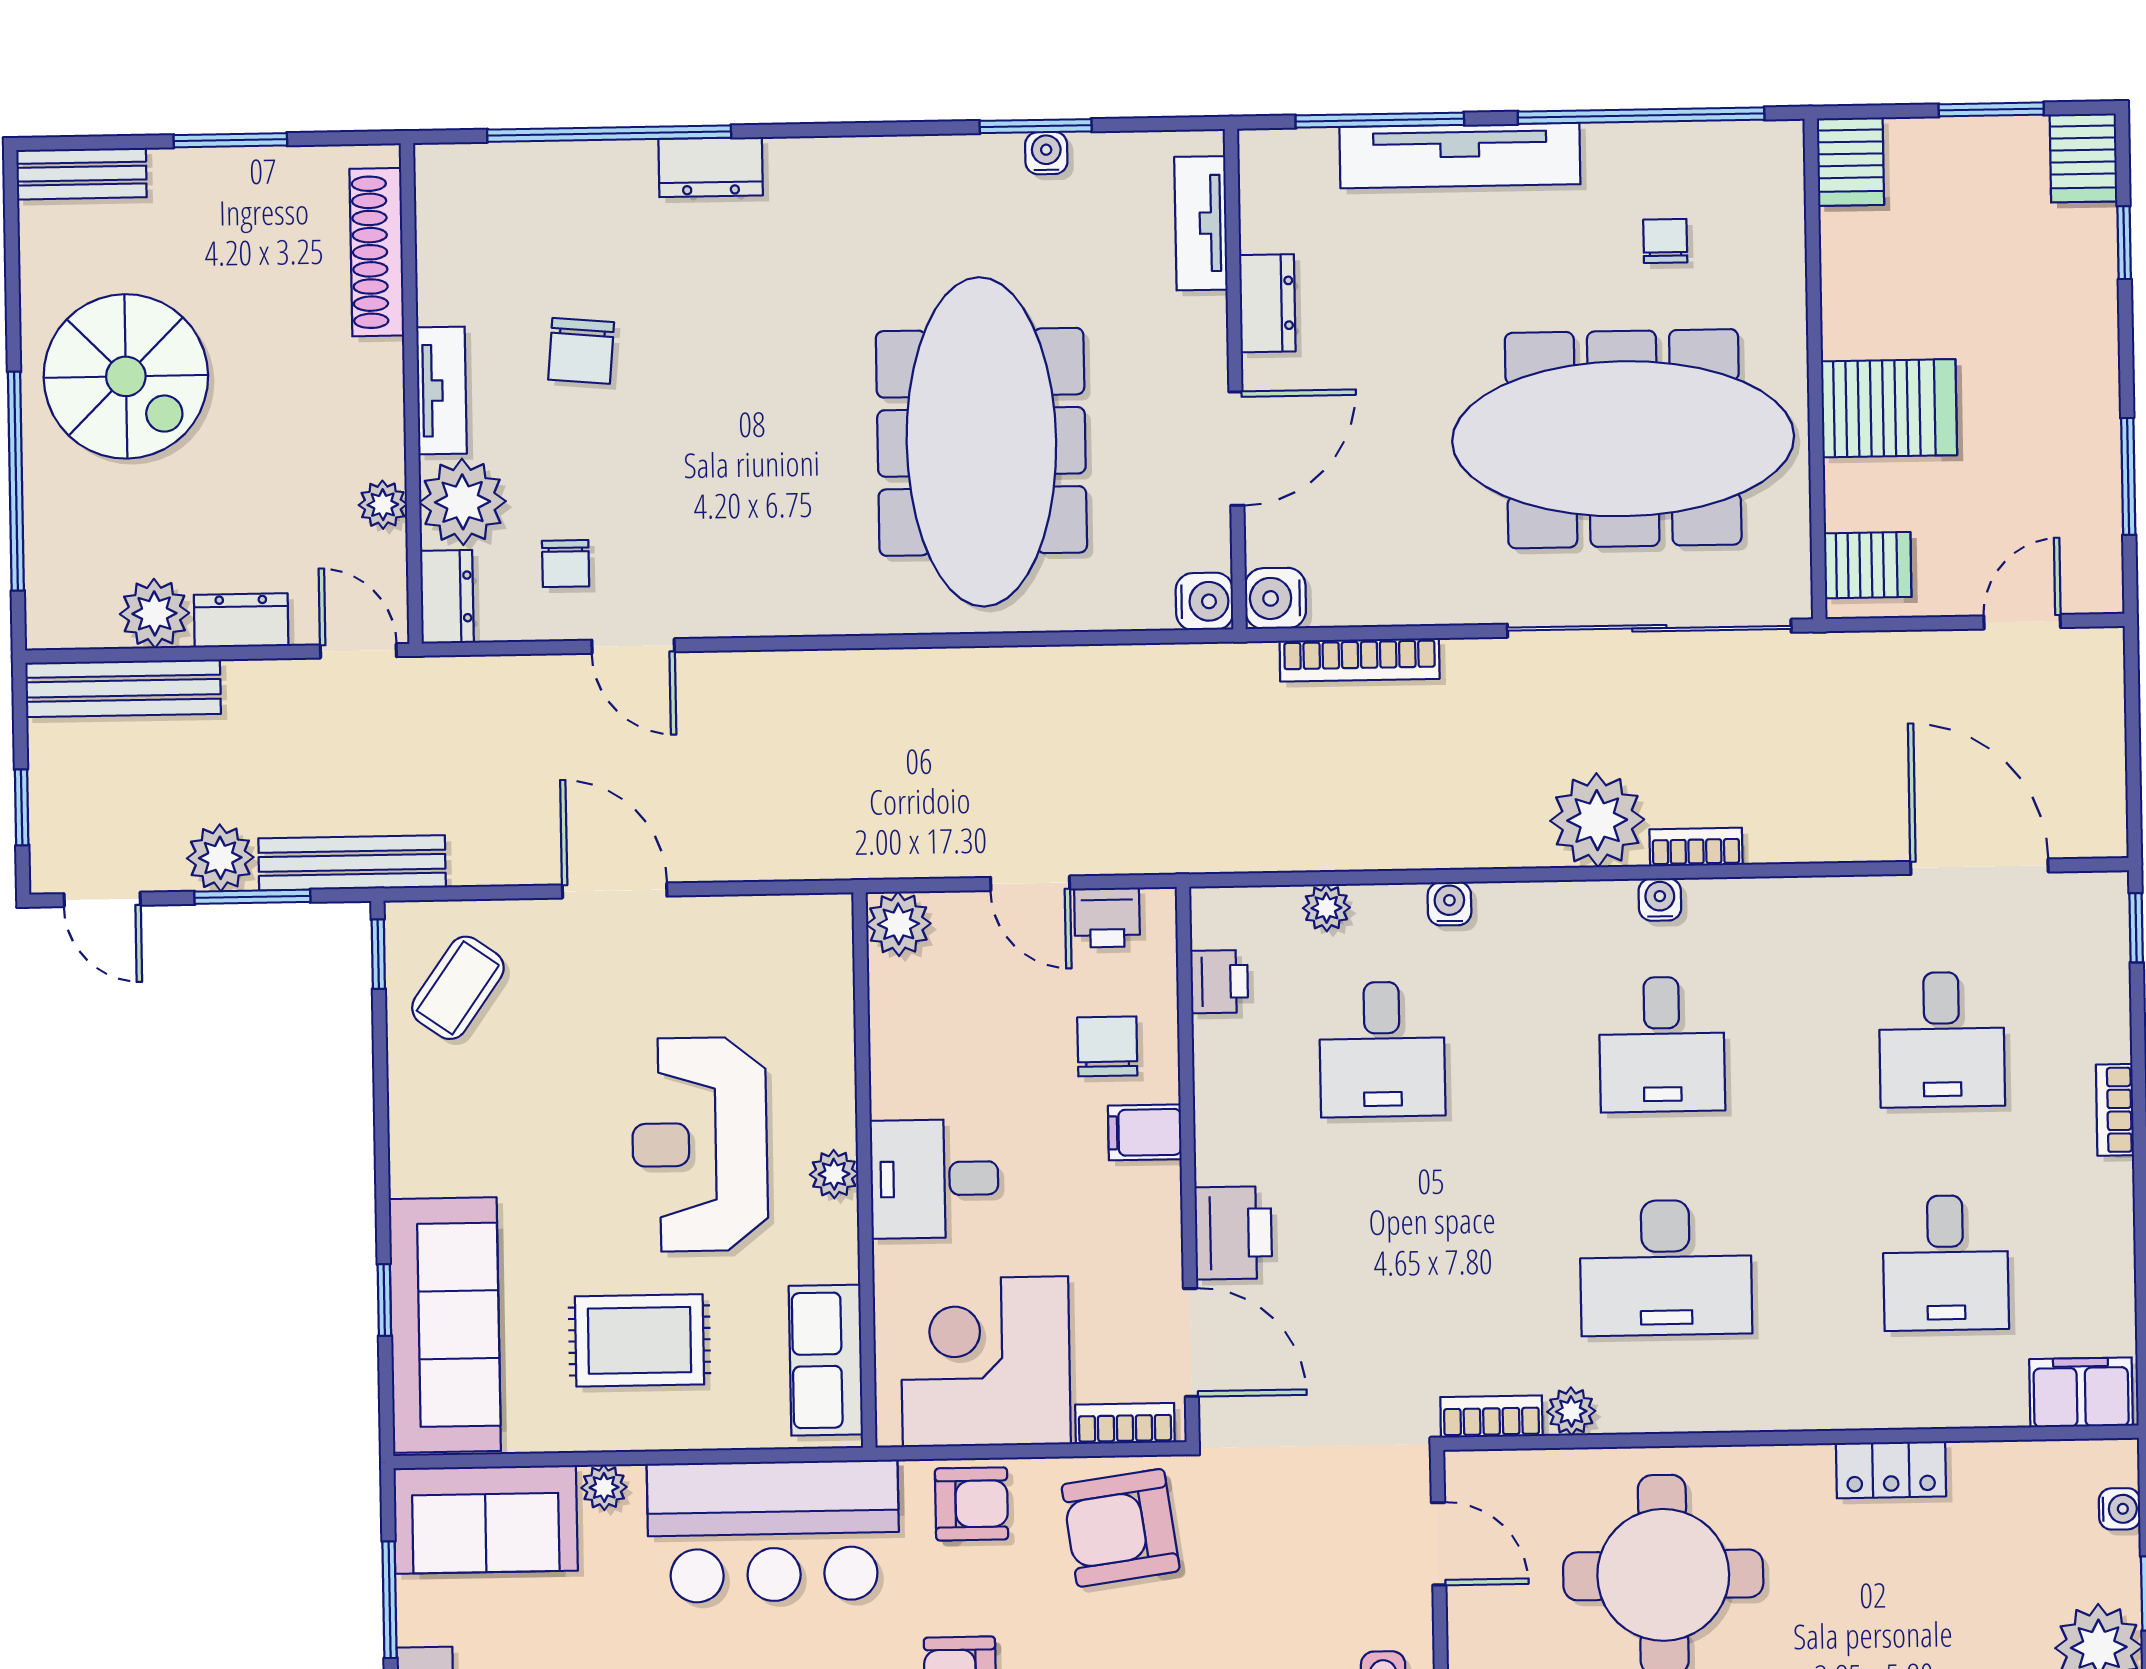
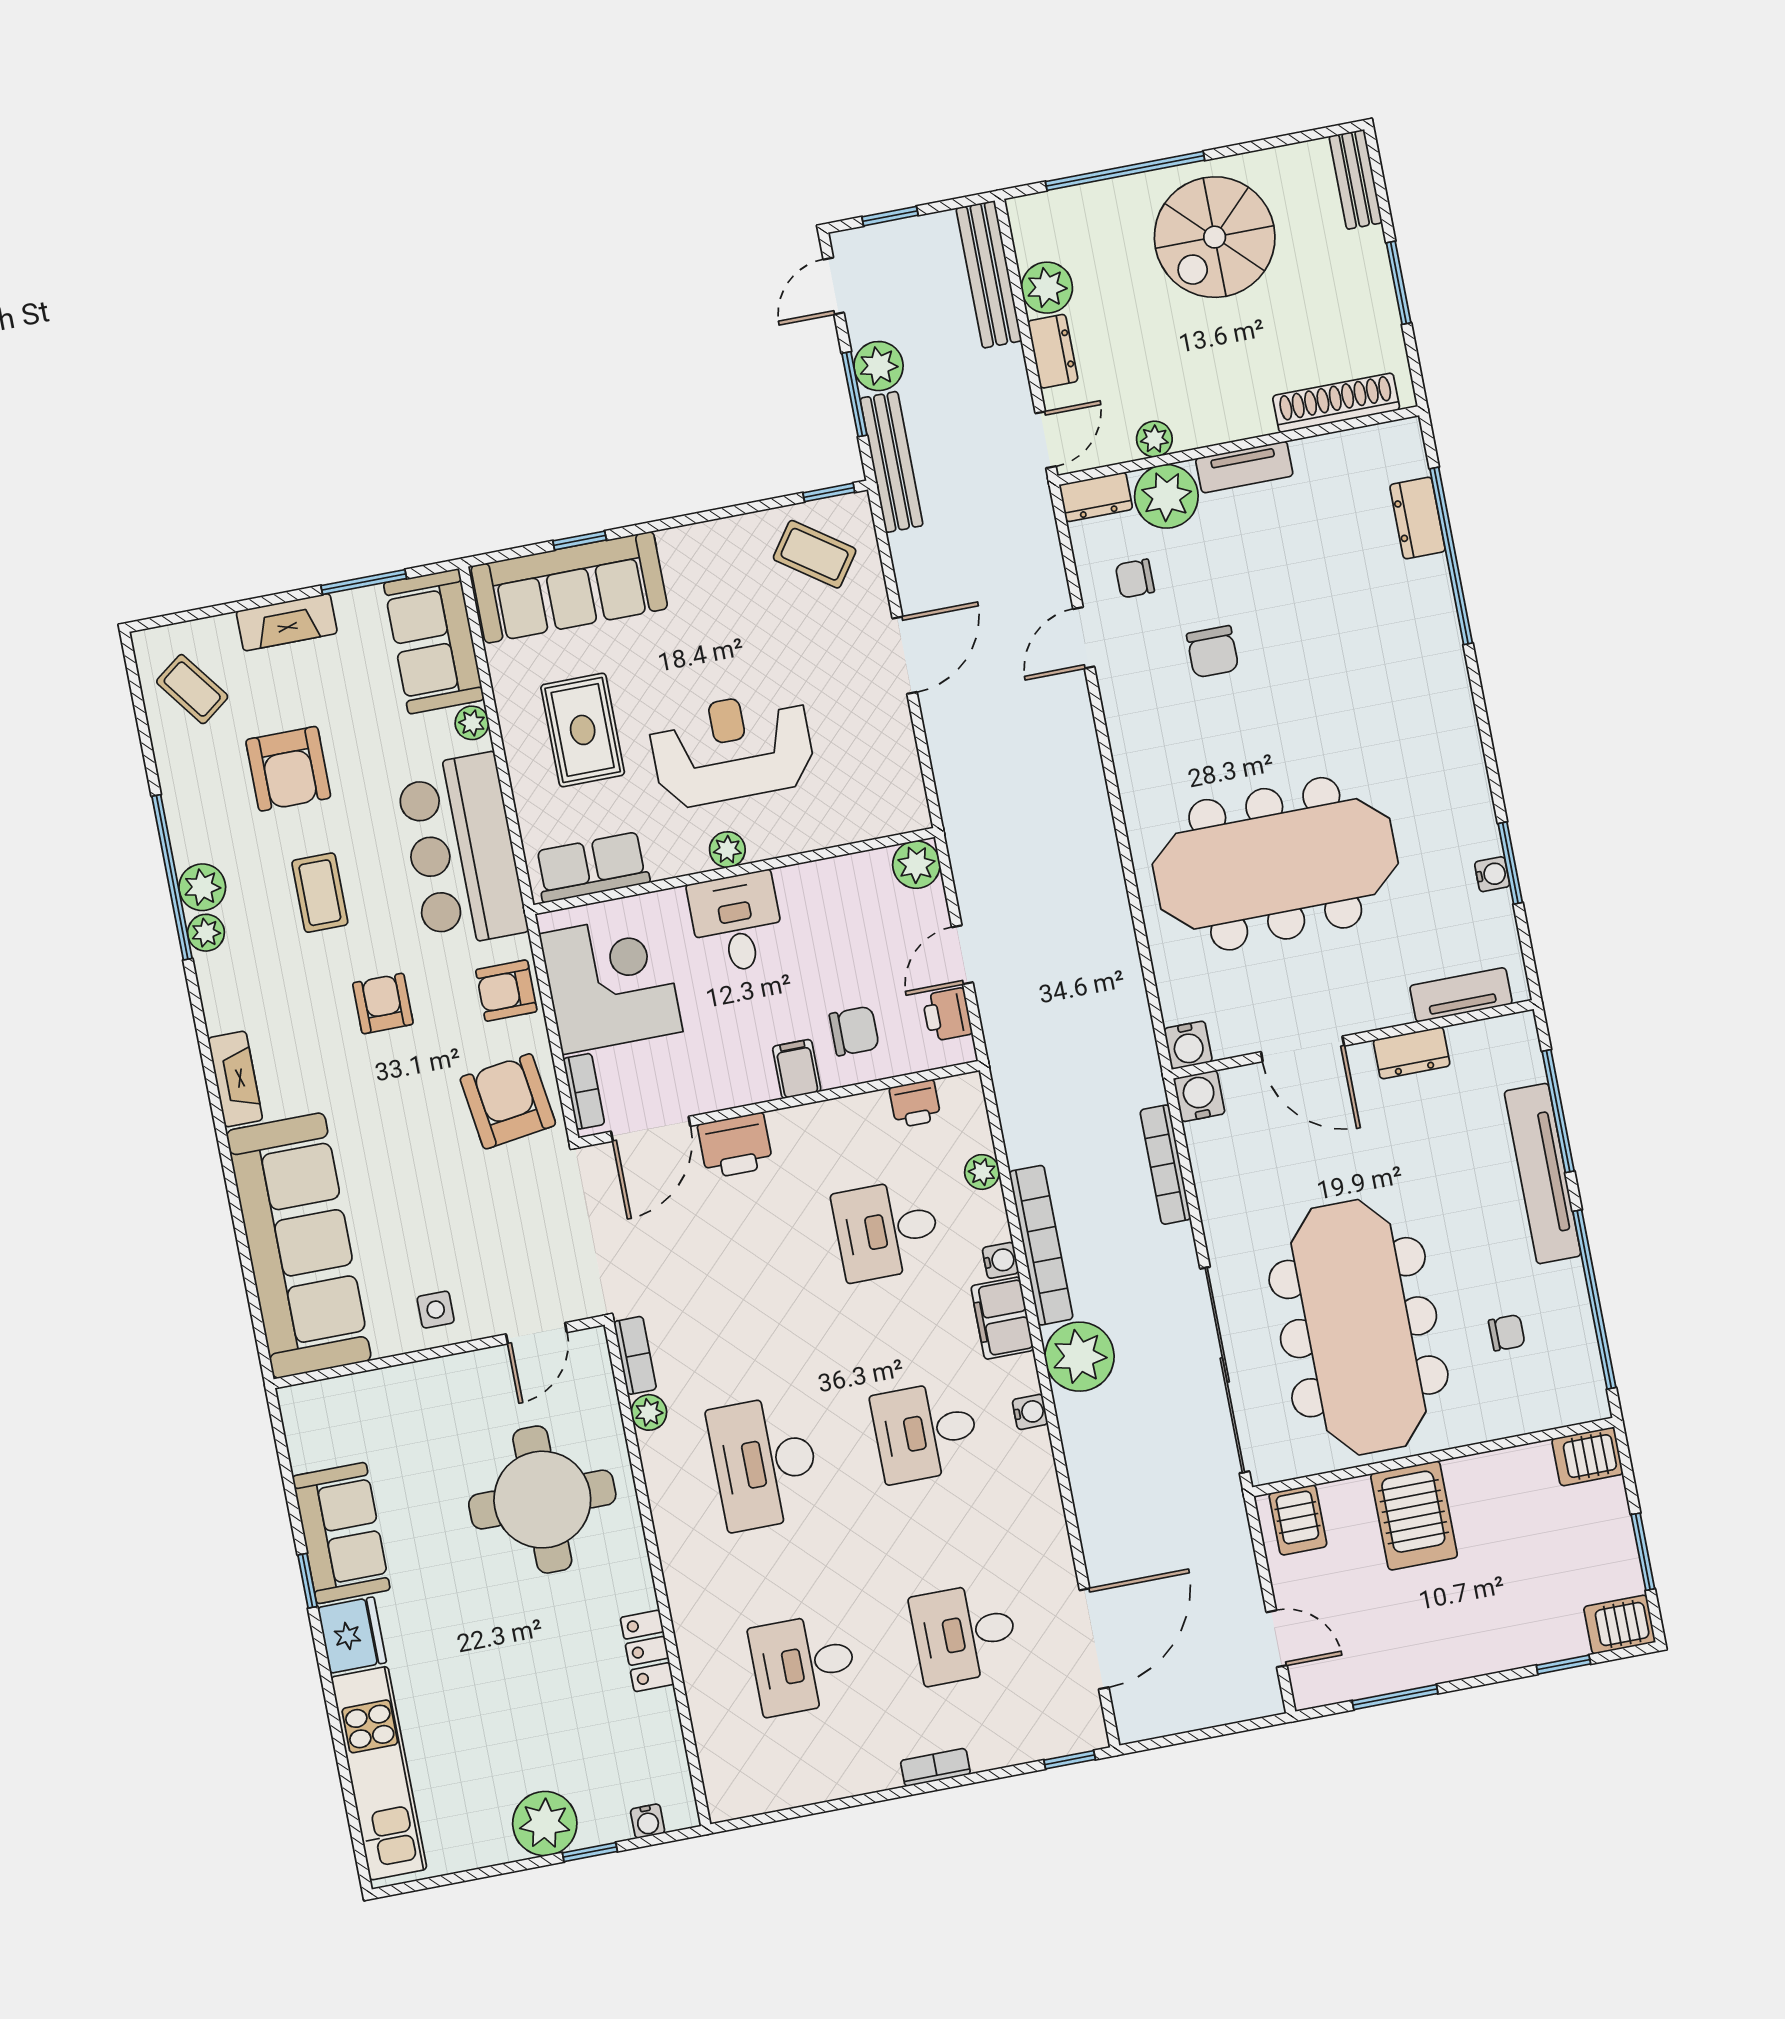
dresser: (711, 167) -> (1418, 518), moved
chair: (581, 351) -> (1213, 652), moved, turned -95
bookcase: (1696, 847) -> (1041, 1245), moved, width x2.31, depth x1.31
filing cabinet: (2081, 1392) -> (1002, 1318), moved, turned 180
armchair: (972, 1504) -> (506, 991), turned 90

